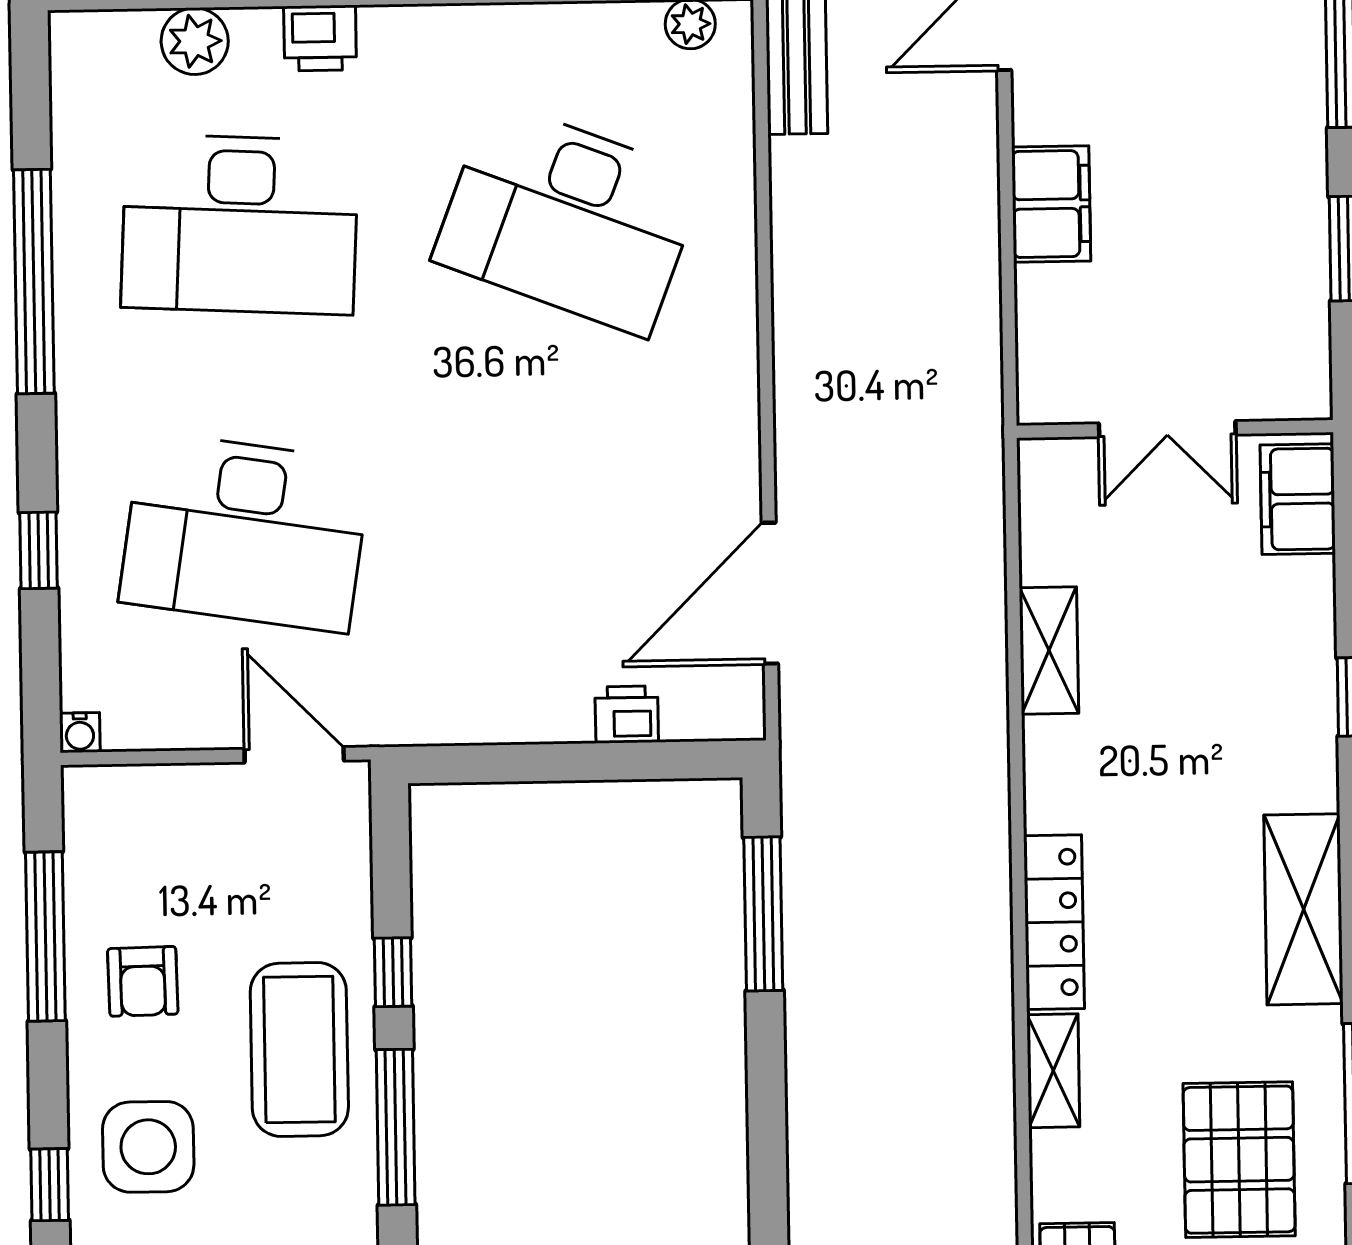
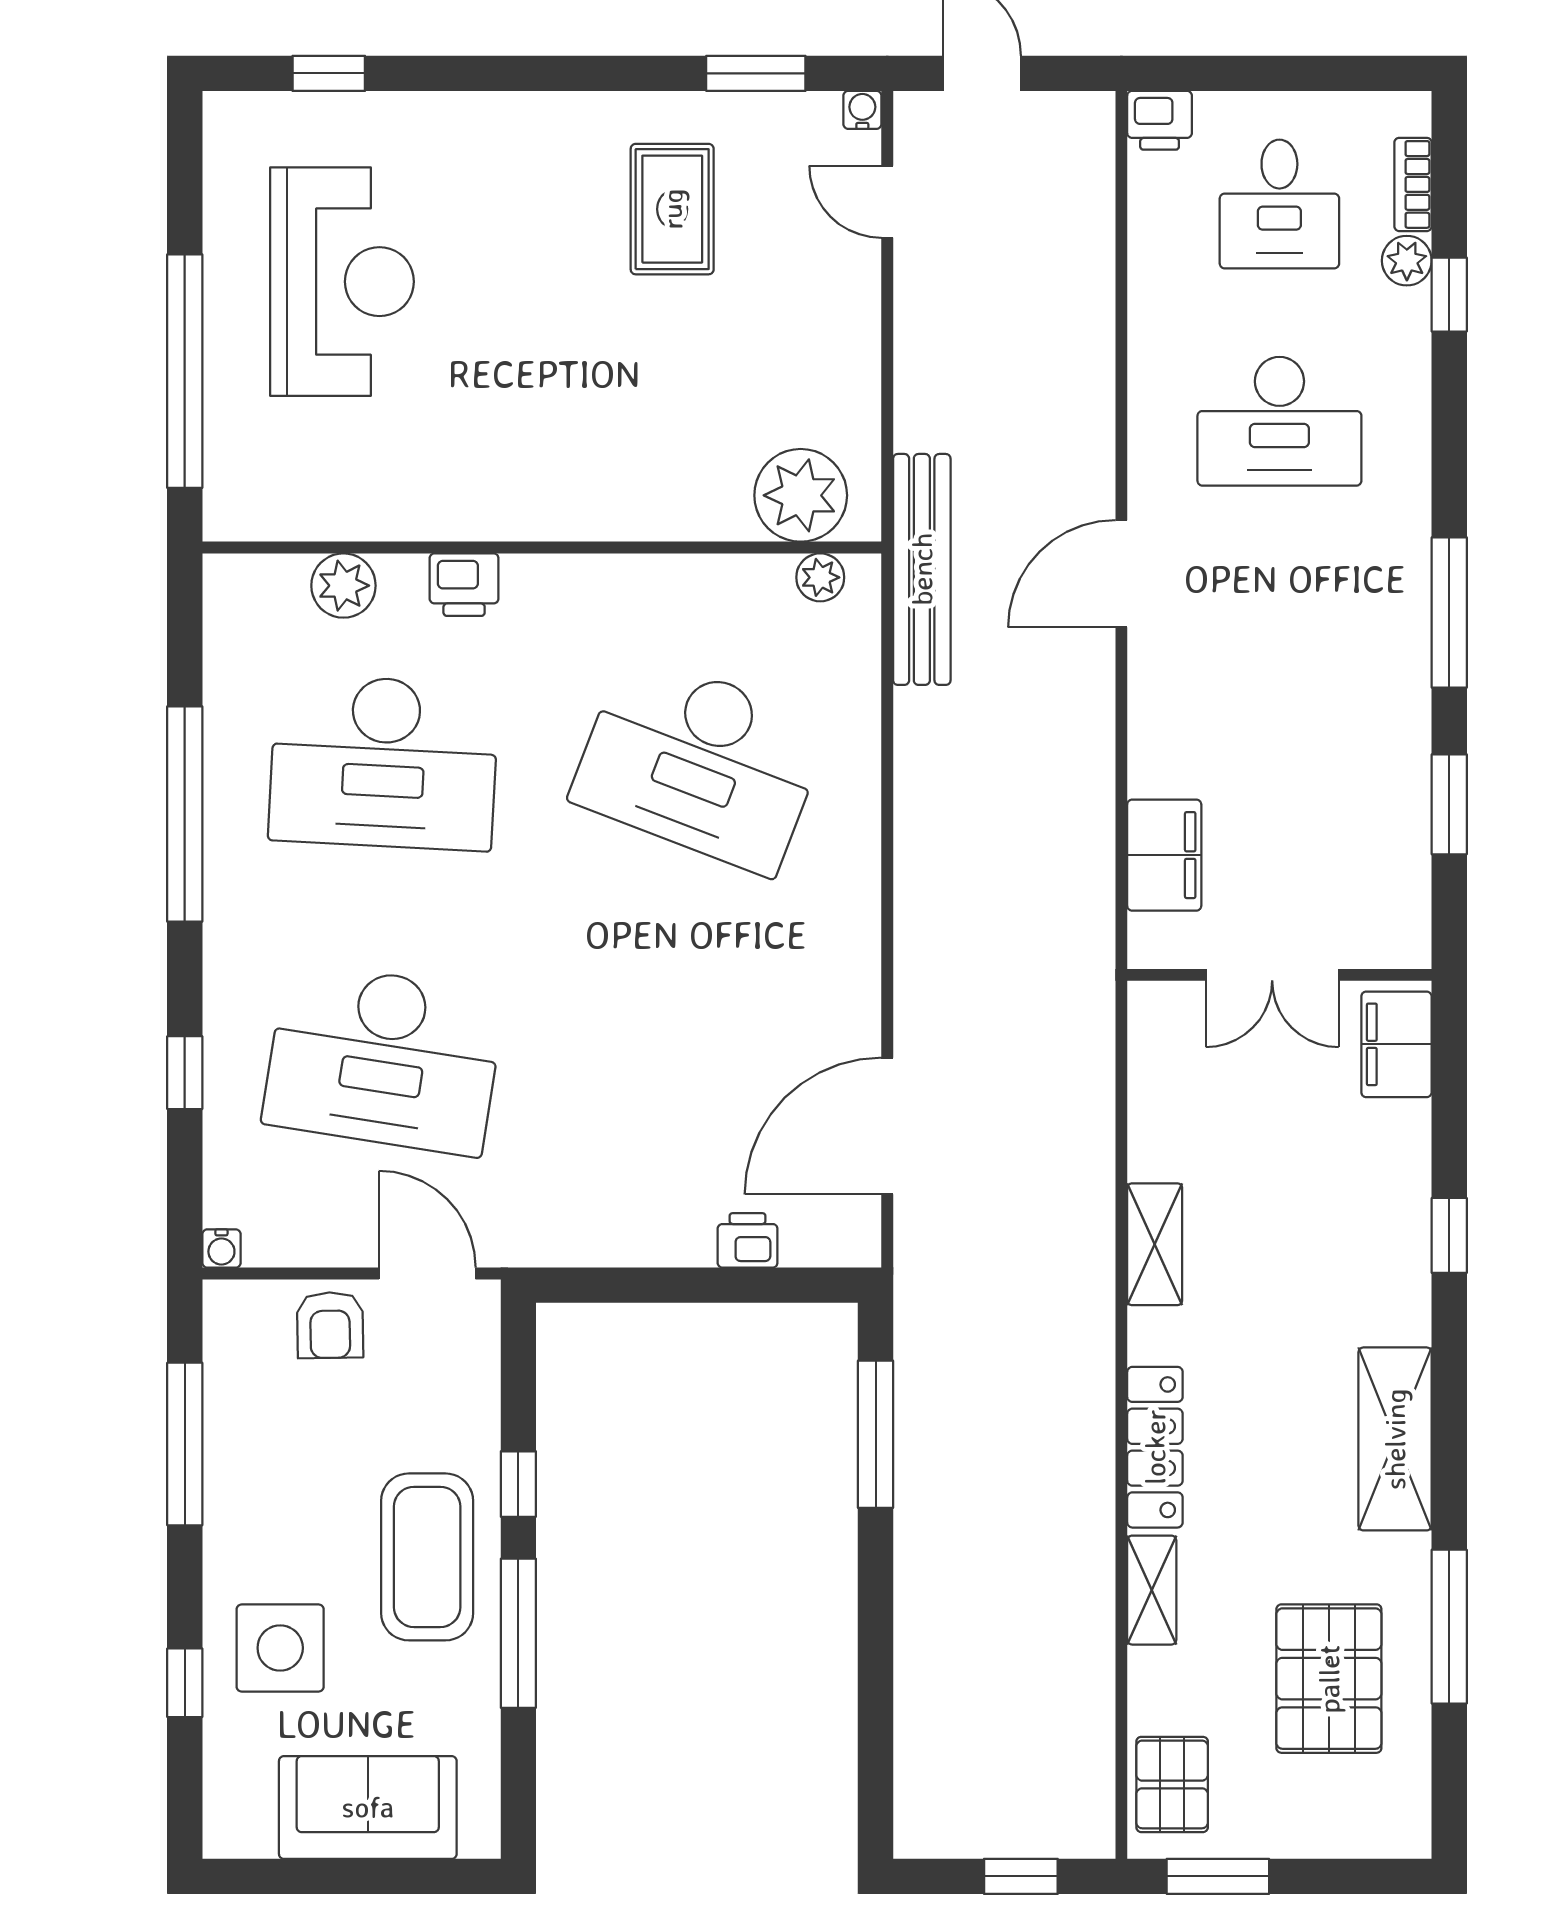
filing cabinet: (1051, 204) -> (1164, 855), moved
shelving: (1049, 651) -> (1155, 1244), moved
armchair: (143, 981) -> (330, 1325), moved

